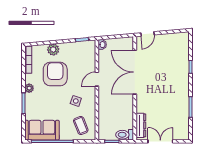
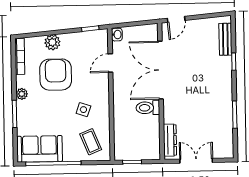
bench: (184, 50) -> (225, 39), added
door: (97, 79) -> (110, 63), moved
toilet: (125, 135) -> (148, 108), moved

